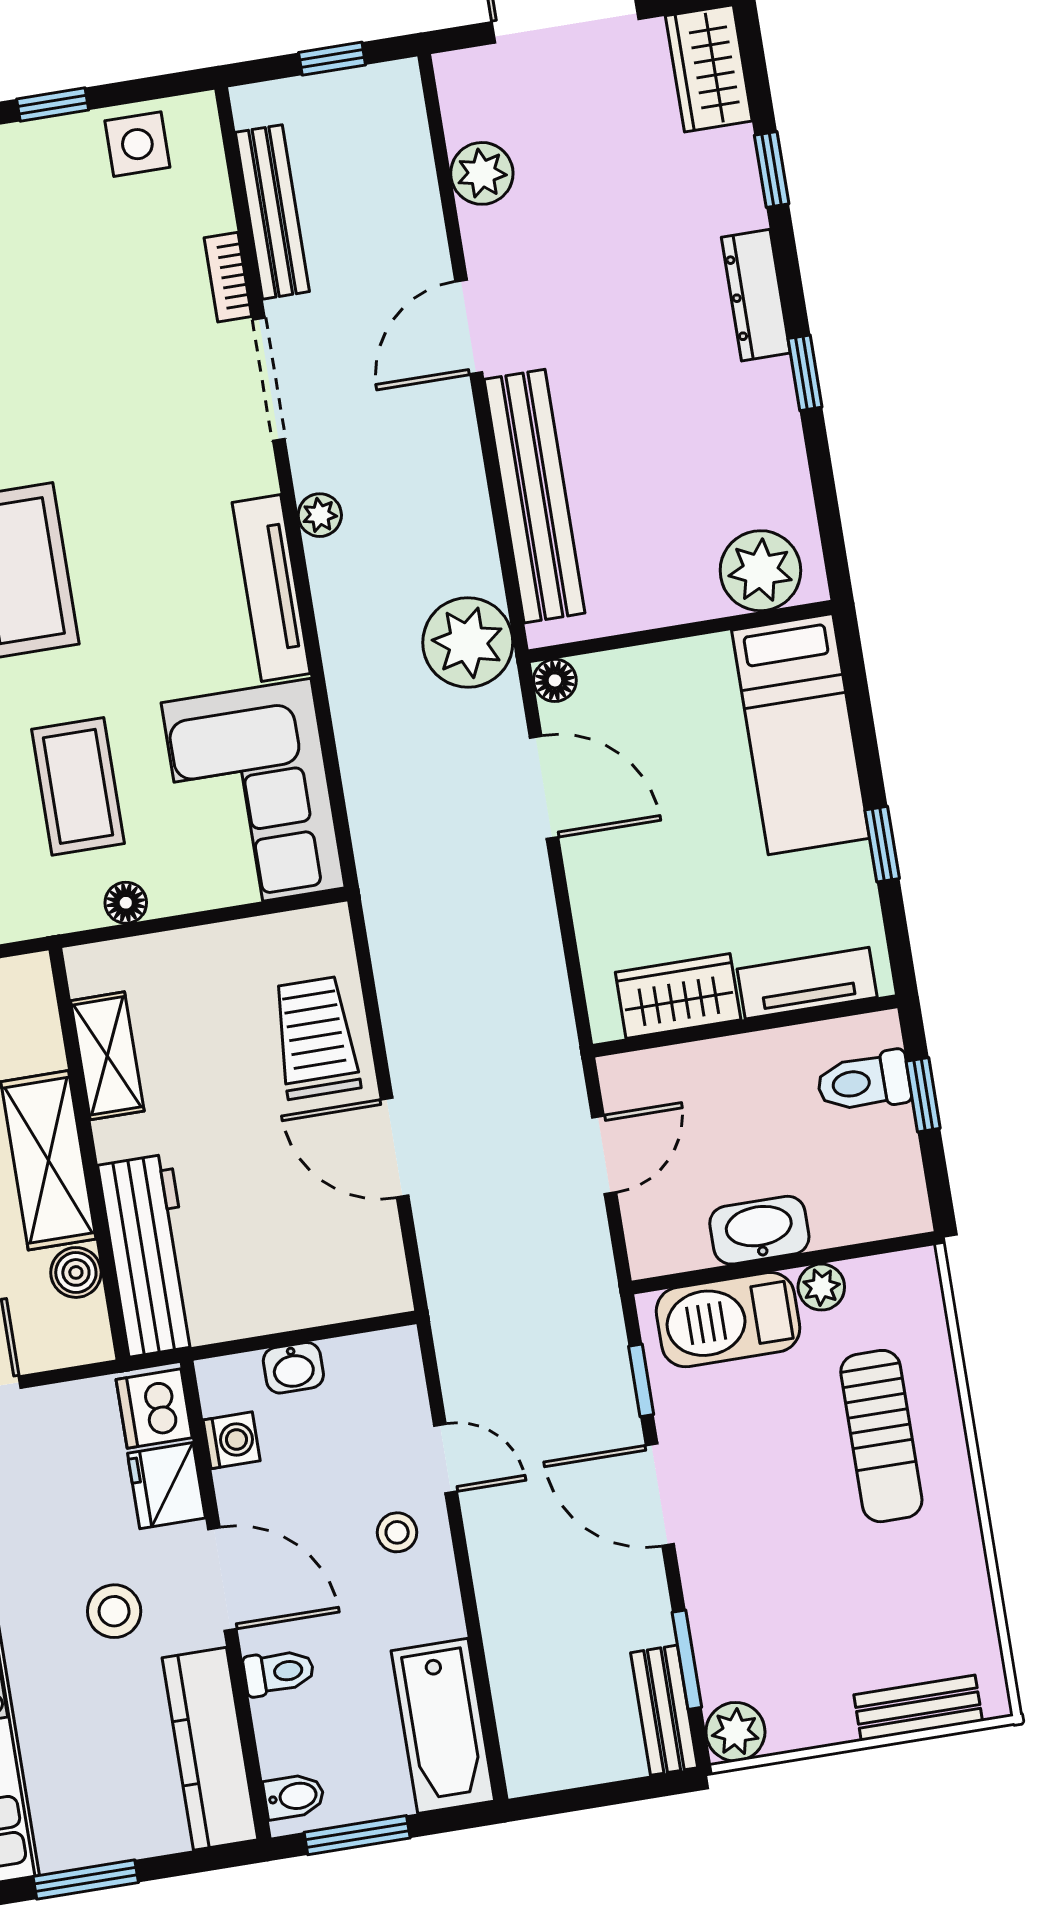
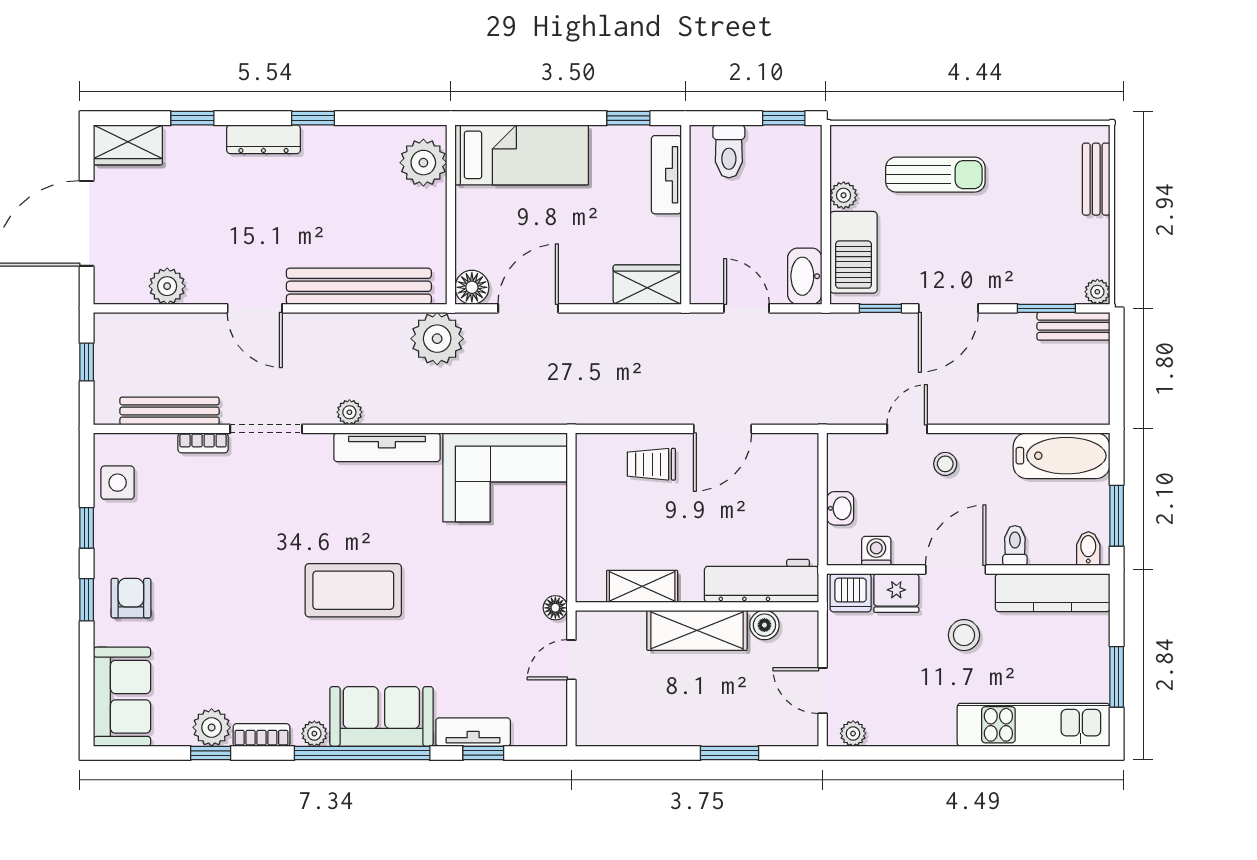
floor lamp: (555, 680) -> (472, 287), width x1.37, depth x1.37
coffee table: (78, 786) -> (483, 578), removed
window: (882, 844) -> (628, 118), moved
floor lamp: (126, 903) -> (555, 608), moved
wardrobe: (678, 996) -> (647, 285), moved, turned 90
trolley: (316, 1038) -> (651, 464), width x0.73, depth x0.72
window: (923, 1095) -> (784, 118), moved
washbasin: (759, 1230) -> (805, 276), moved
plant: (735, 1732) -> (1097, 292), width x0.73, depth x0.73

